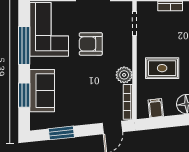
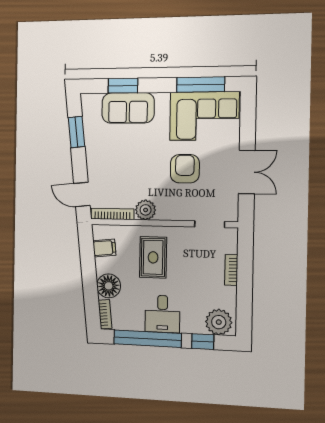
window: (24, 46) -> (201, 85), moved

